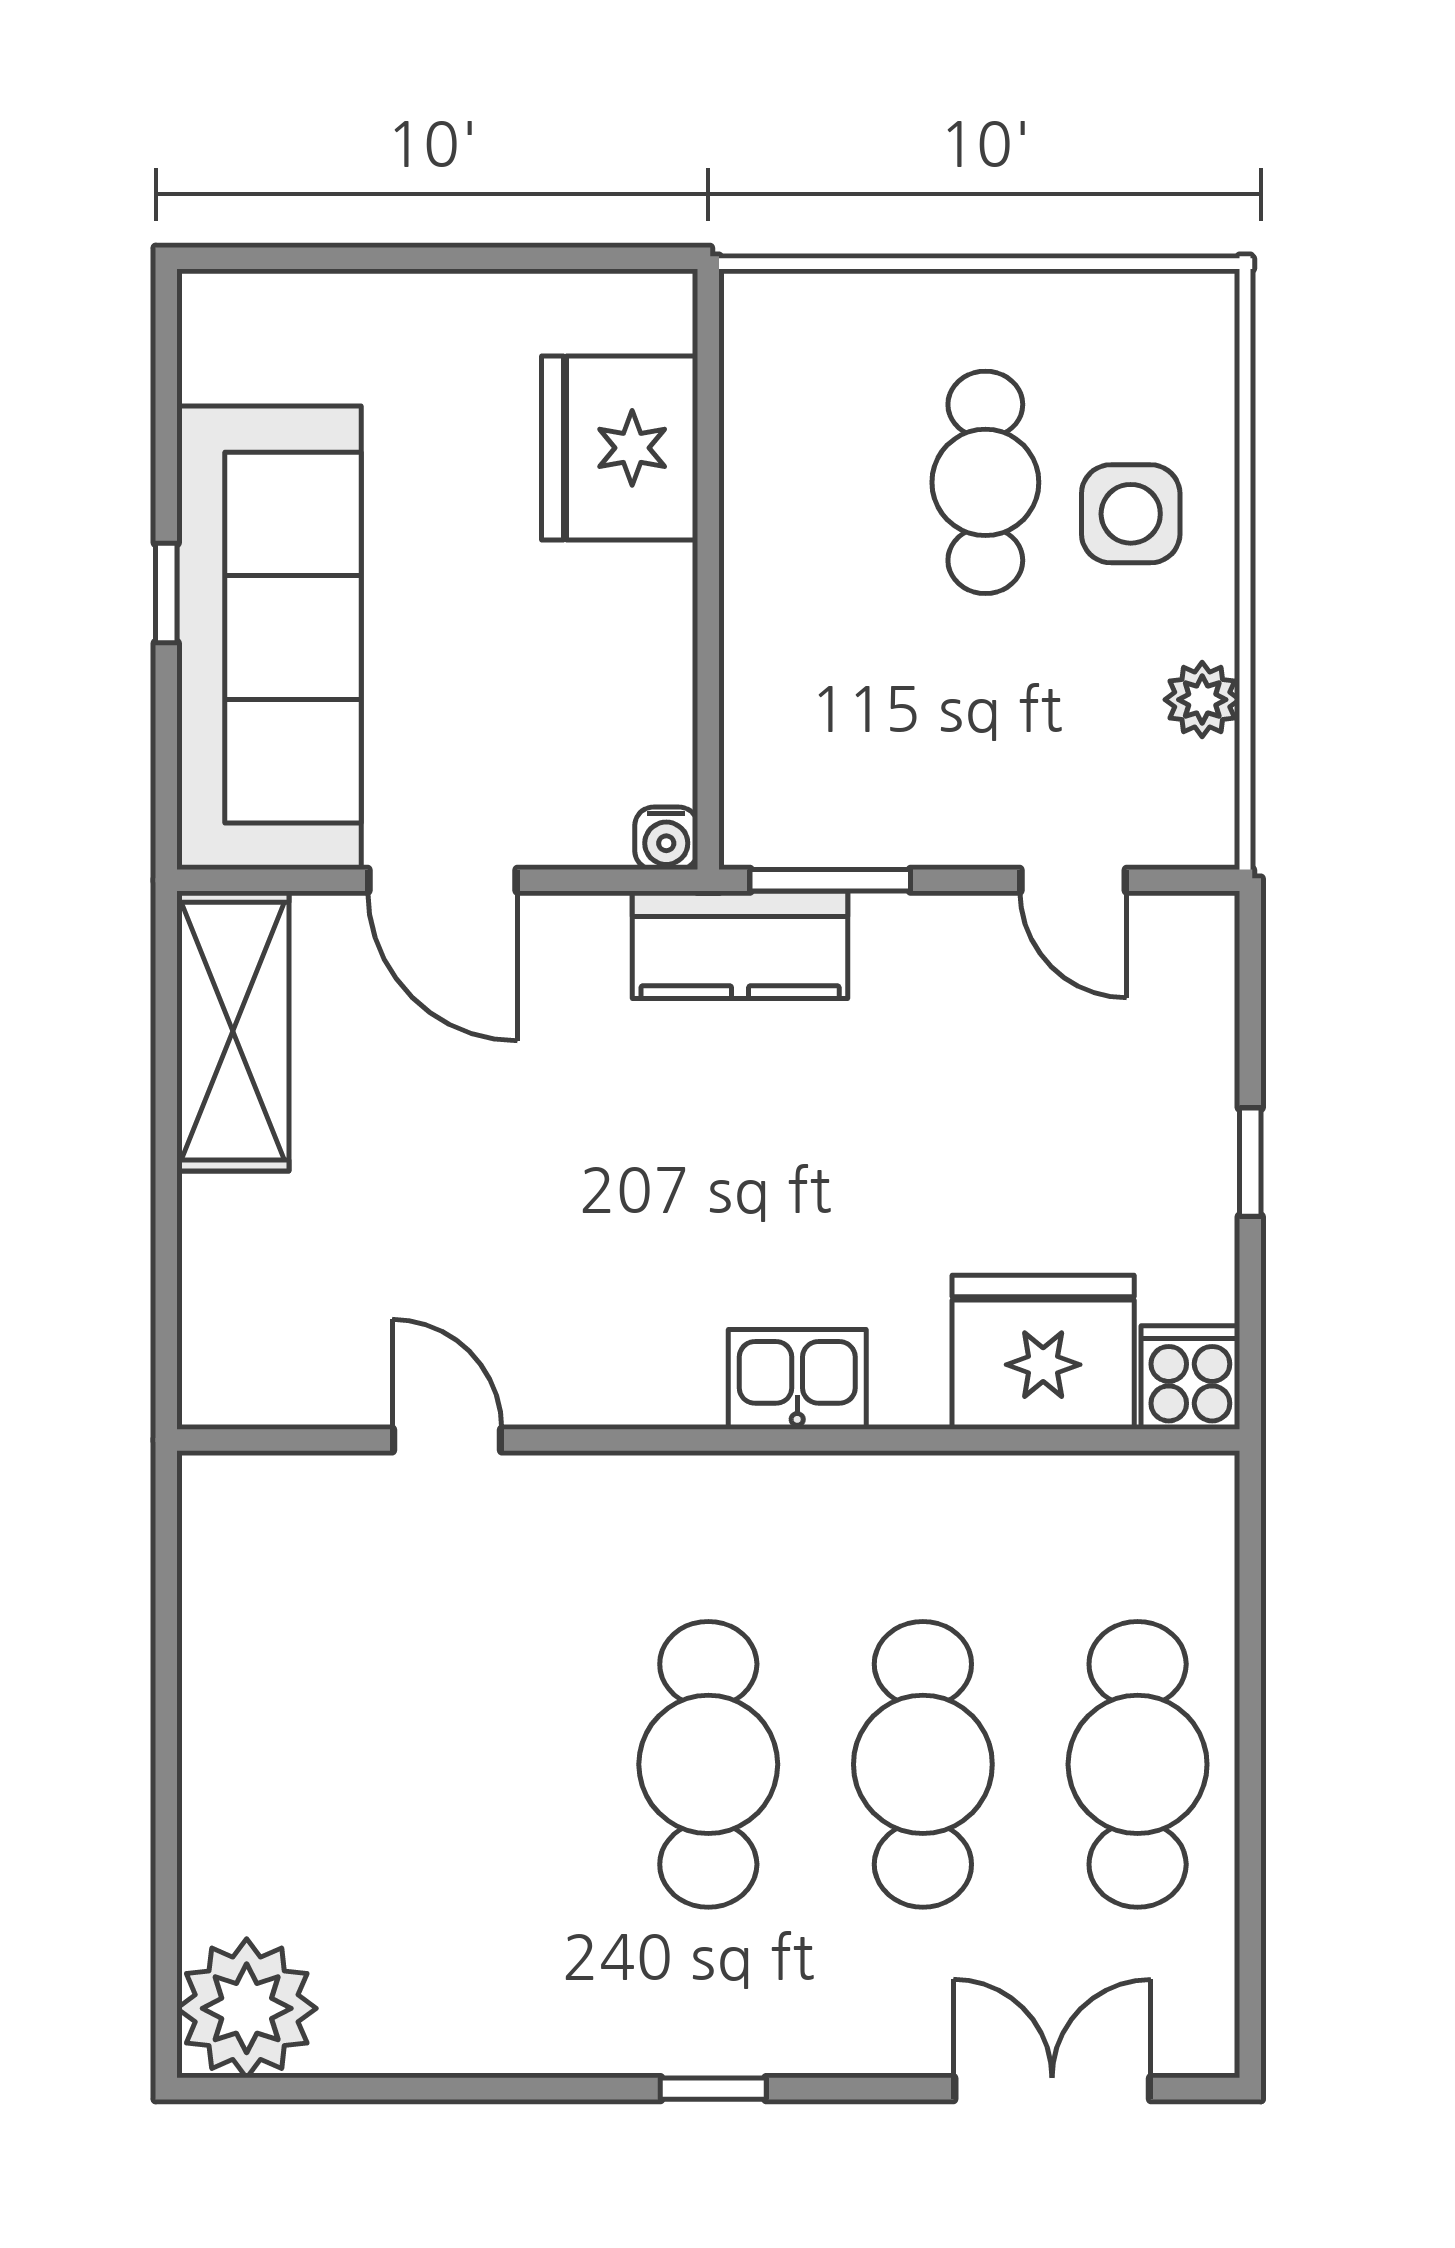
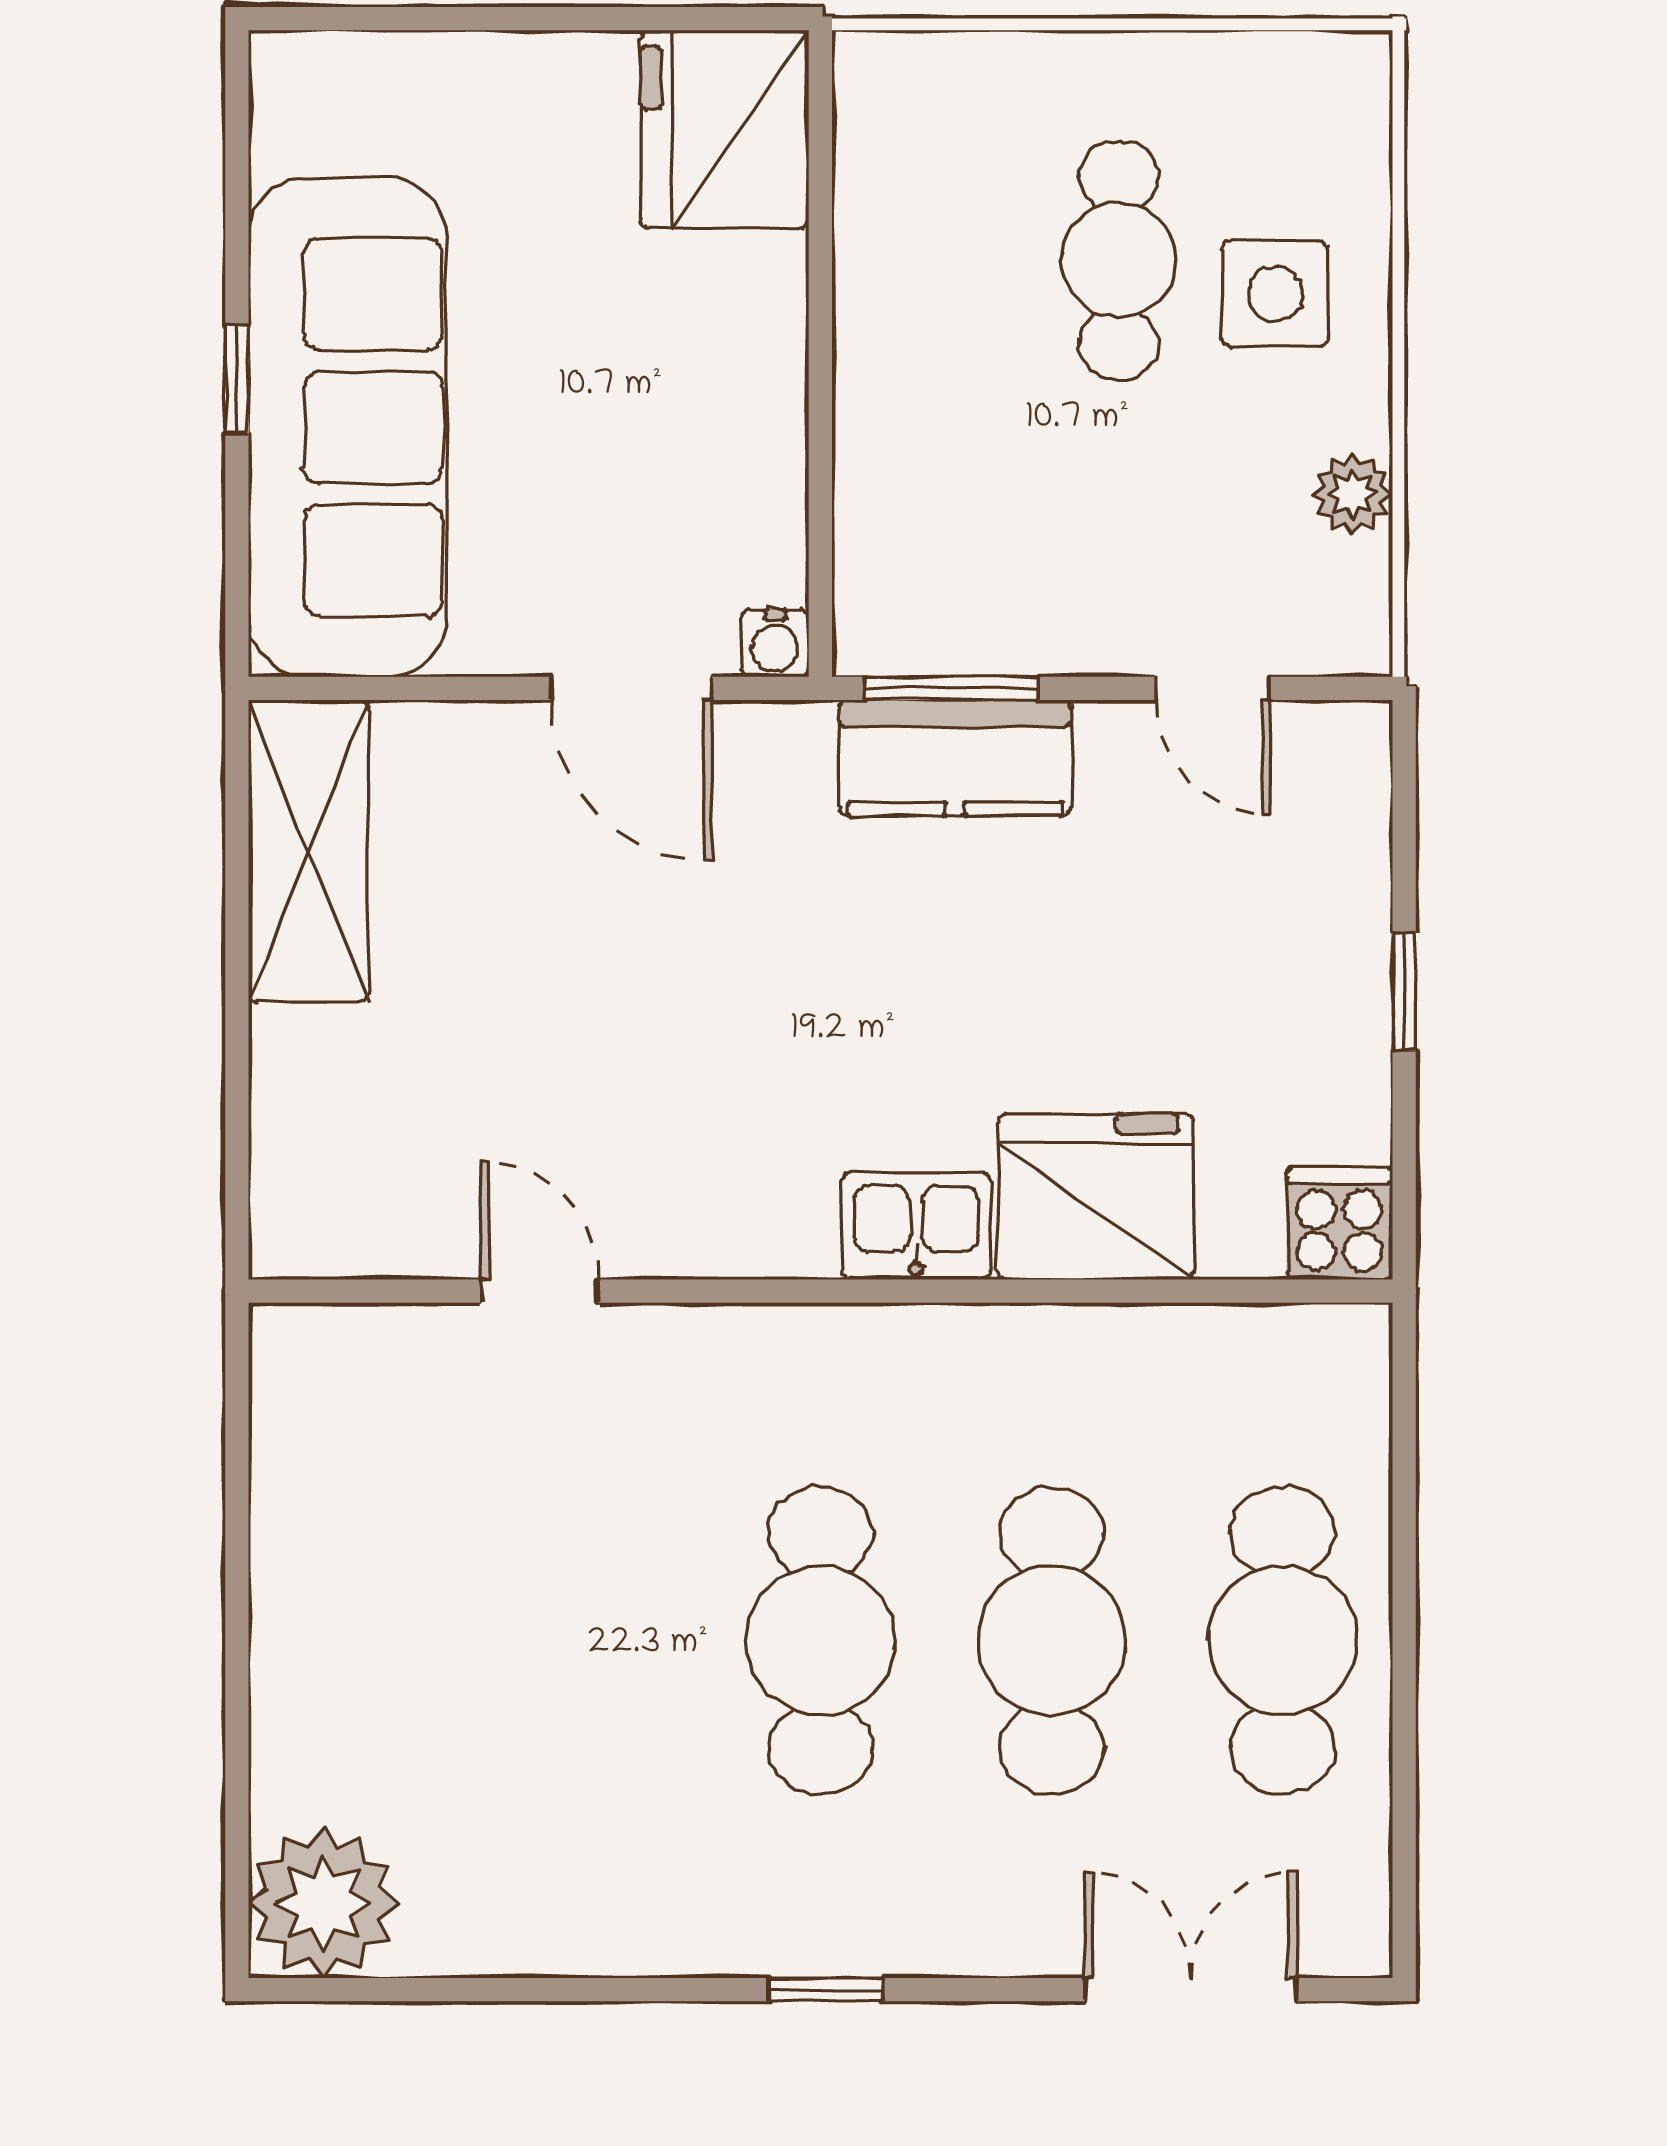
fridge: (620, 448) -> (725, 129), moved
door: (443, 880) -> (631, 688), moved
kitchen counter: (740, 945) -> (955, 758), moved
fridge: (1043, 1352) -> (1096, 1197), moved

